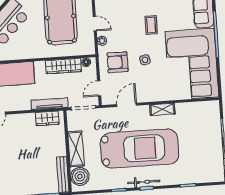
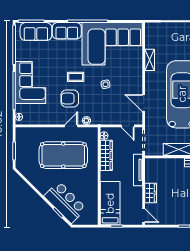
armchair: (118, 62) -> (70, 98), moved, turned 90
shelving: (162, 109) -> (150, 60), moved
wardrobe: (47, 118) -> (151, 193), moved

